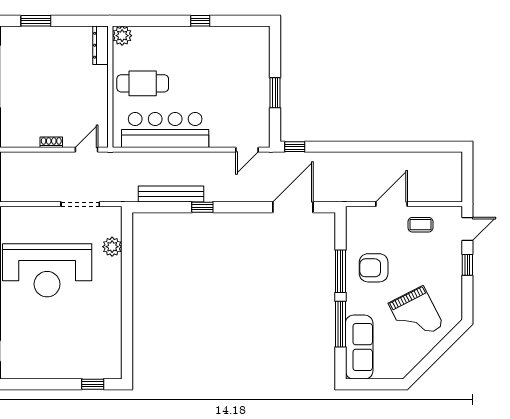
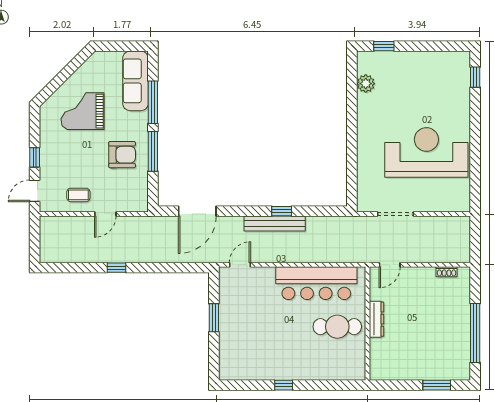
plant: (122, 36) -> (356, 371), removed
dresser: (101, 45) -> (376, 319), moved
shoe rack: (51, 142) -> (447, 272), moved
window: (295, 147) -> (117, 268), moved
bench: (171, 194) -> (275, 223), moved
door: (392, 204) -> (105, 214), width x0.73
plant: (112, 247) -> (366, 84), moved
grand piano: (416, 315) -> (83, 111), turned -63

